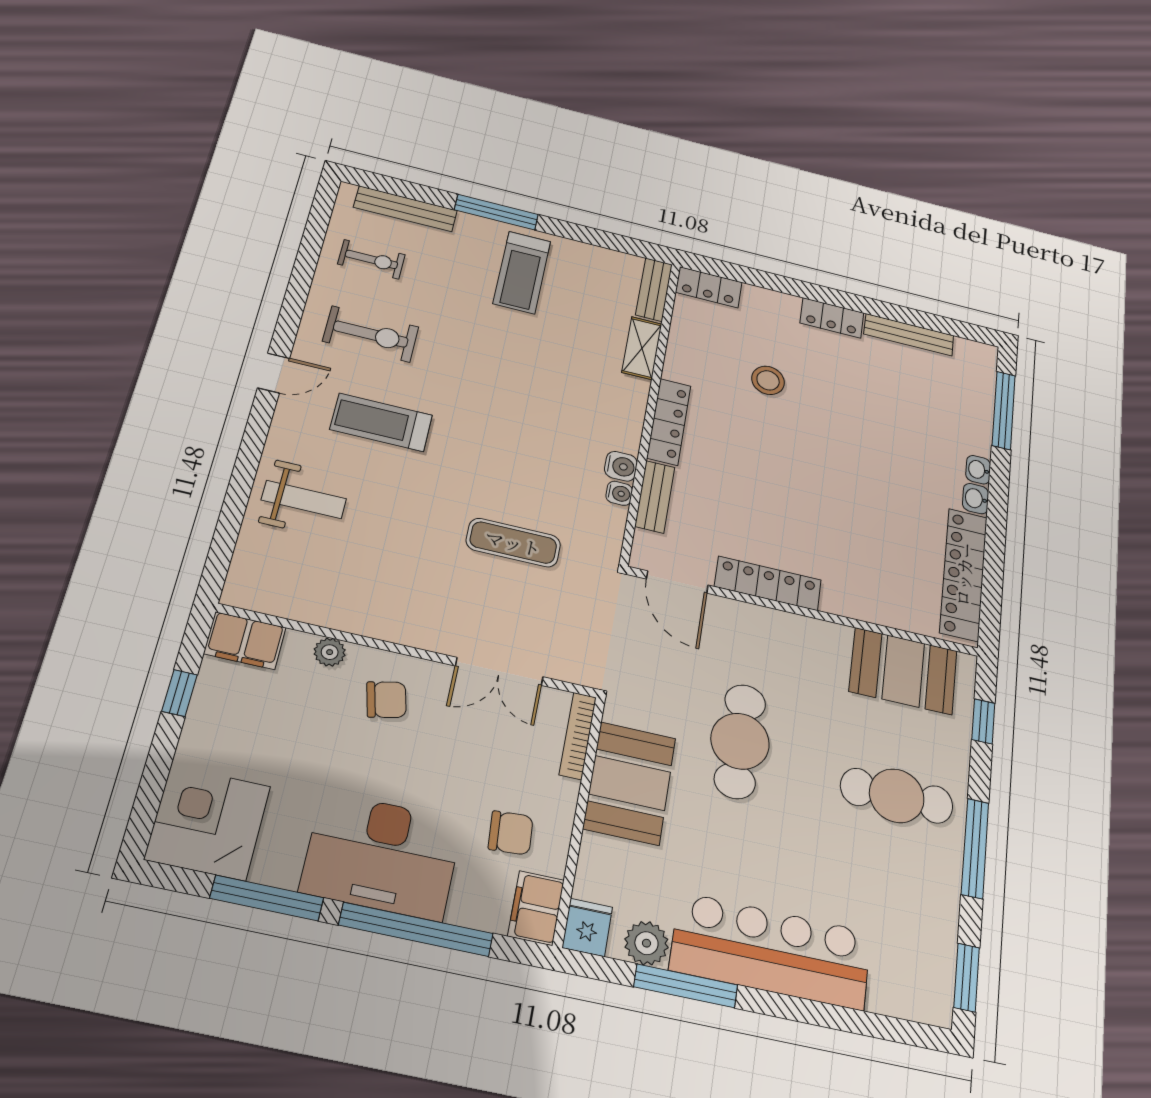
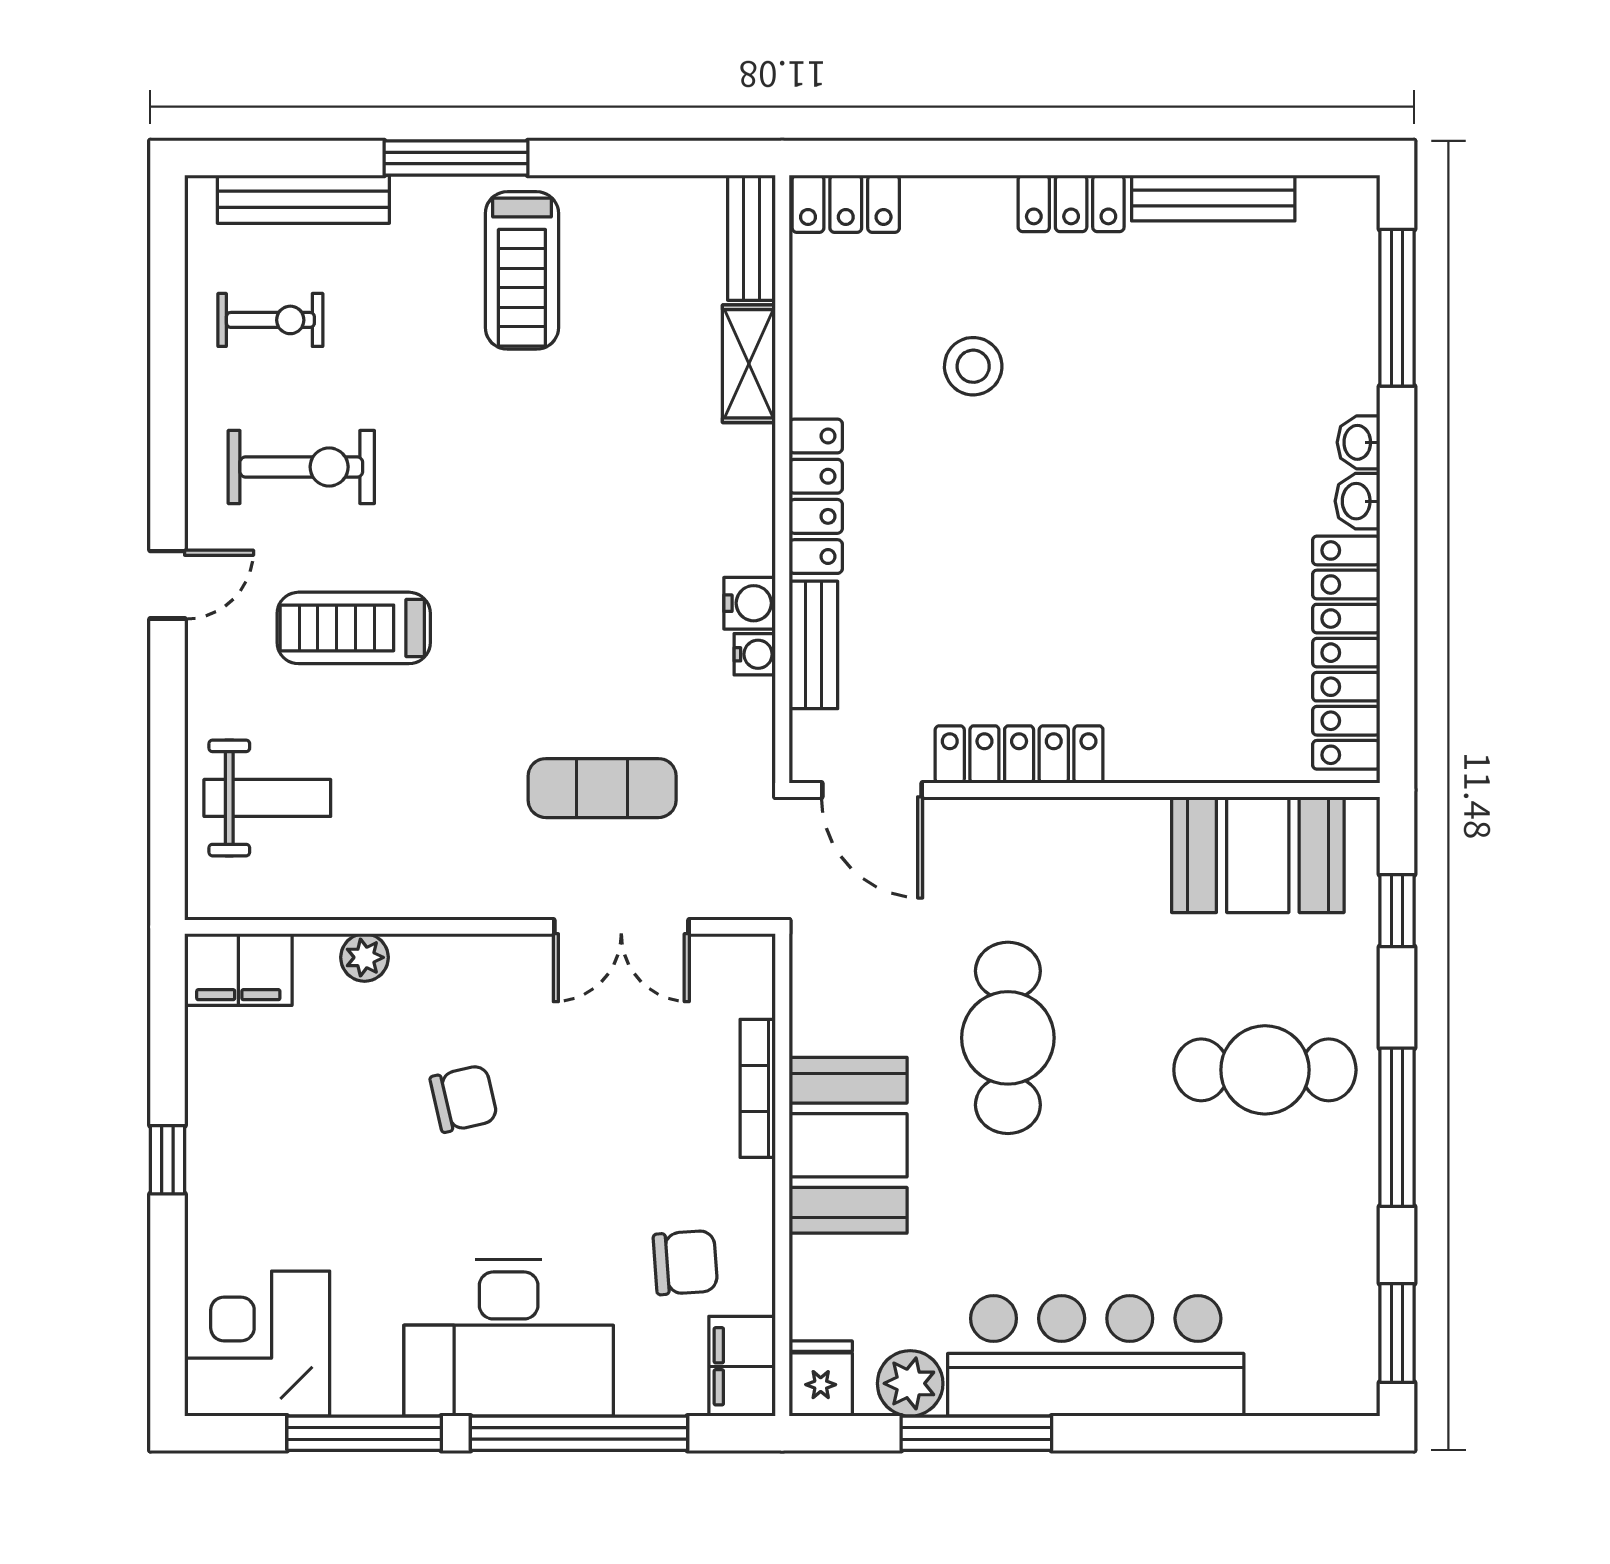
filing cabinet: (245, 641) -> (238, 970), moved
wall: (409, 651) -> (480, 927), moved
plant: (330, 652) -> (365, 957), moved
double door: (499, 671) -> (621, 927), moved

